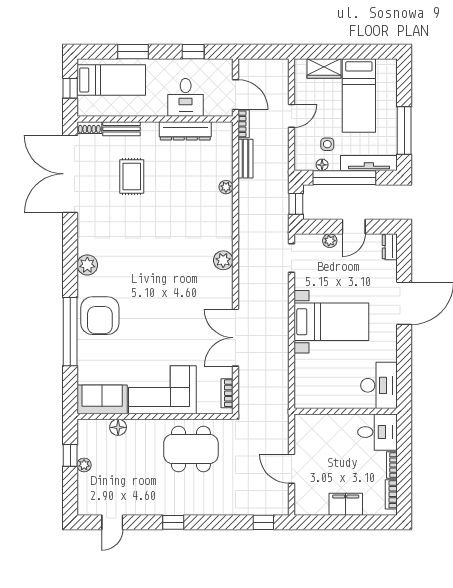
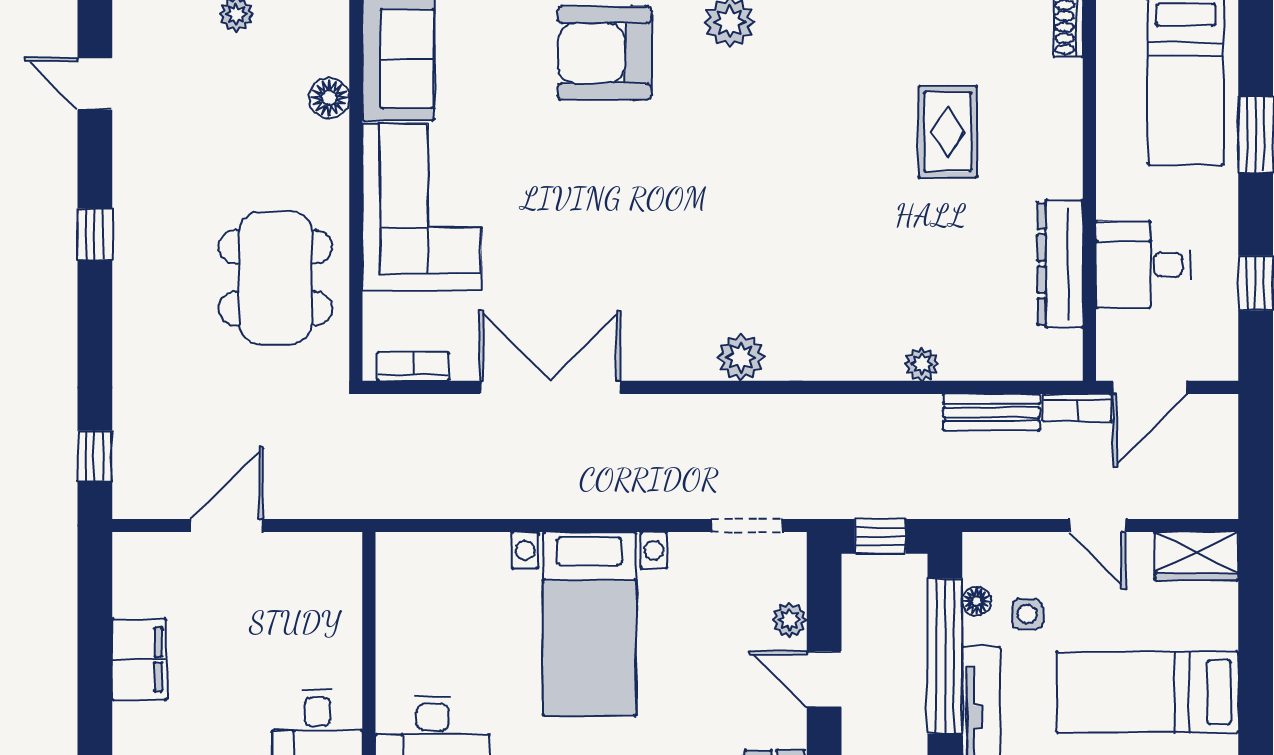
wardrobe: (324, 68) -> (1197, 556), moved, turned -90
bench: (122, 129) -> (1065, 107), removed
rug: (132, 176) -> (948, 132), turned 90

